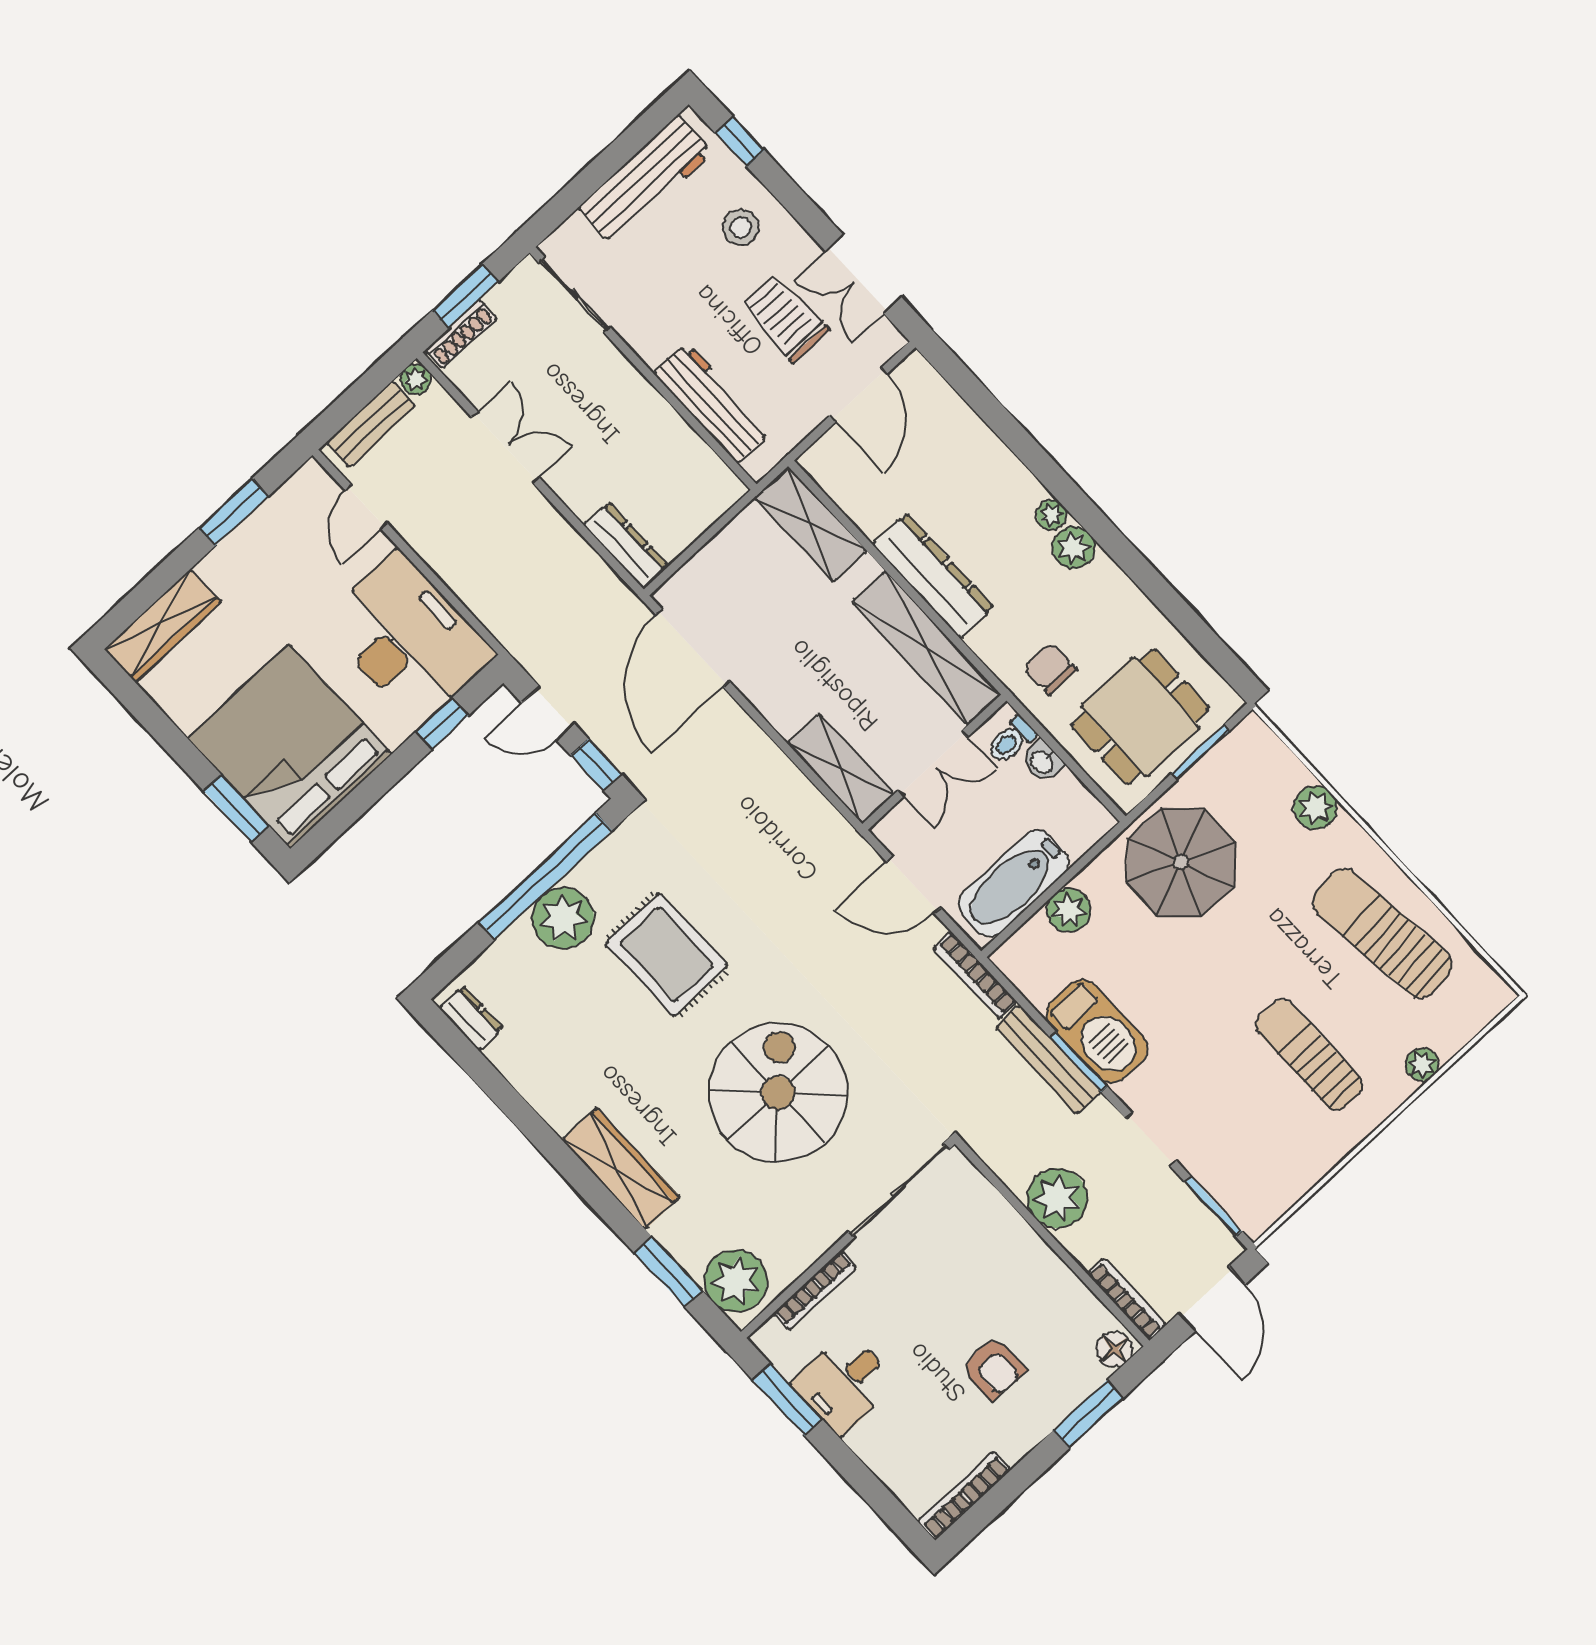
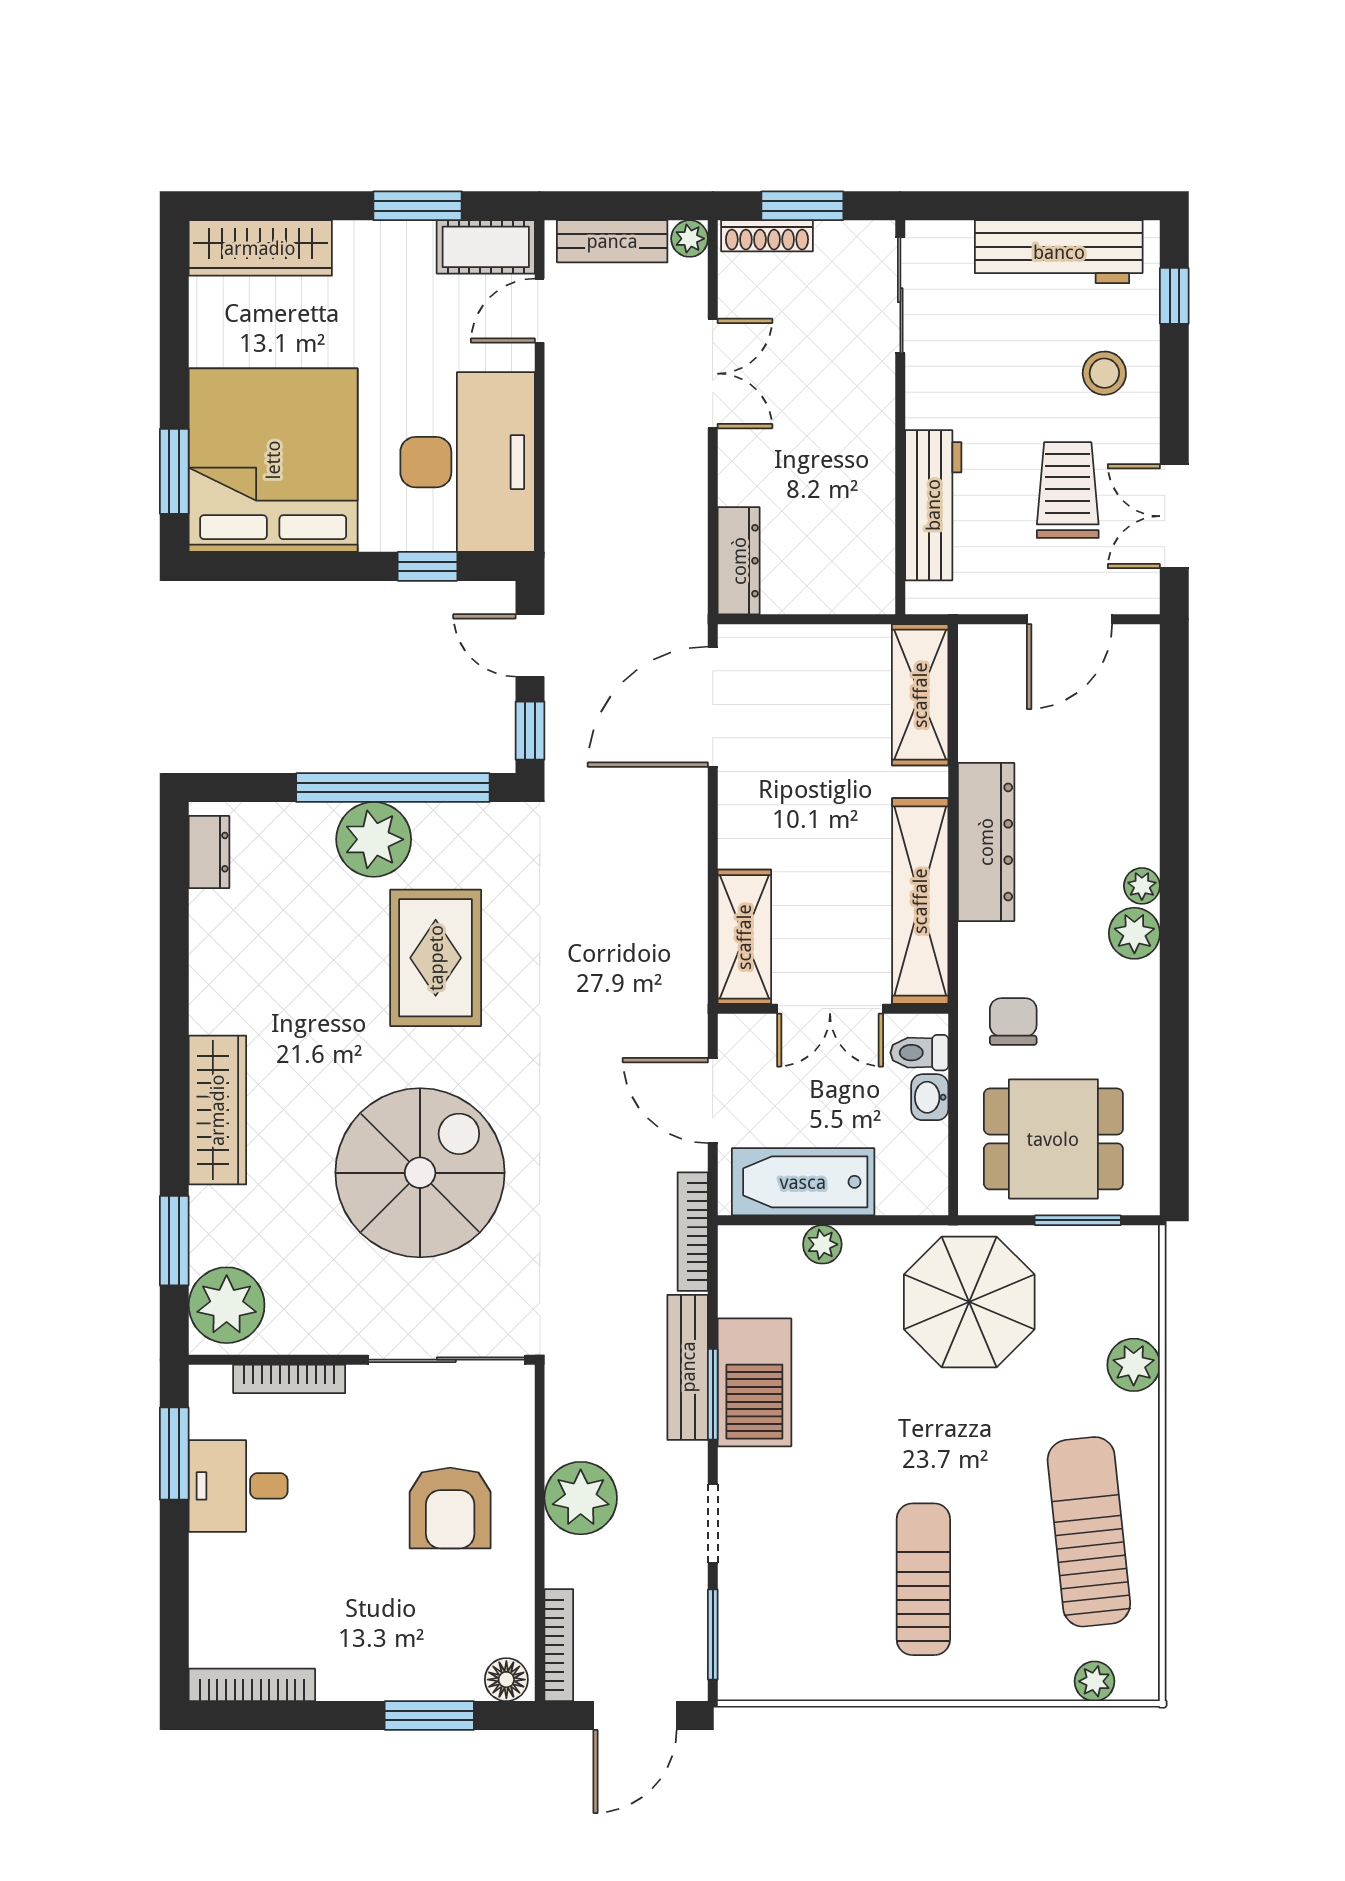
cot: (298, 499) -> (486, 247), added
plant: (1069, 910) -> (822, 1244), width x0.73, depth x0.73
plant: (1422, 1064) -> (1094, 1681), moved
armchair: (994, 1368) -> (450, 1508), moved, width x1.38, depth x1.38

